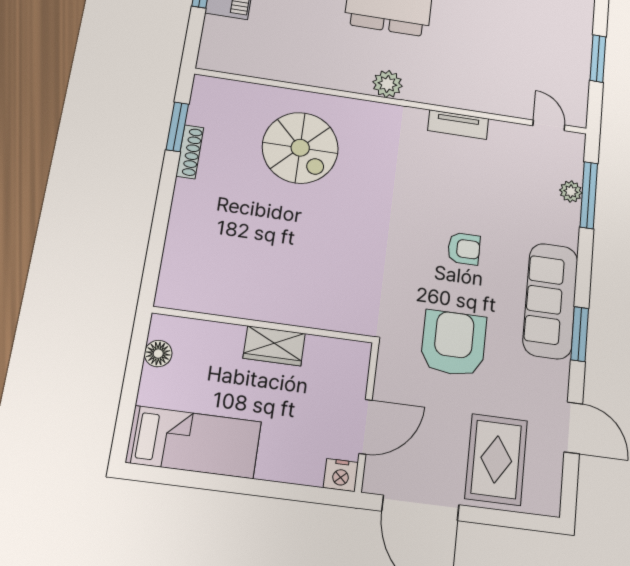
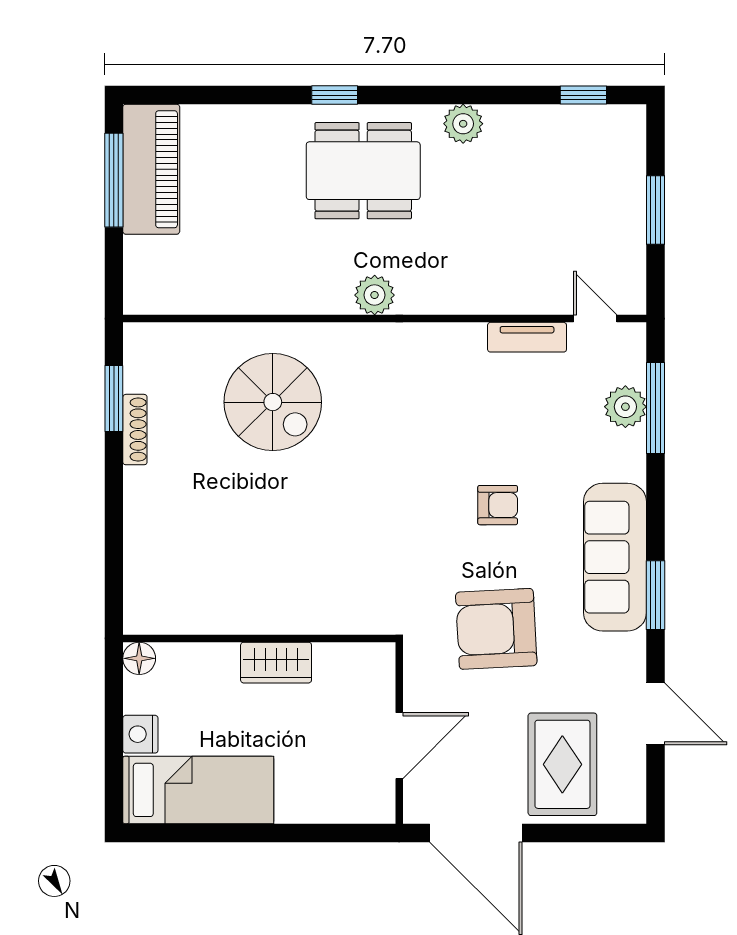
tv unit: (458, 125) -> (527, 337), moved
plant: (571, 191) -> (625, 407), width x1.38, depth x1.38
armchair: (454, 343) -> (496, 629), turned -93
floor lamp: (158, 354) -> (139, 658), moved
nightstand: (341, 475) -> (140, 734), moved, turned 90

